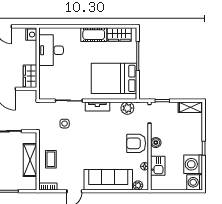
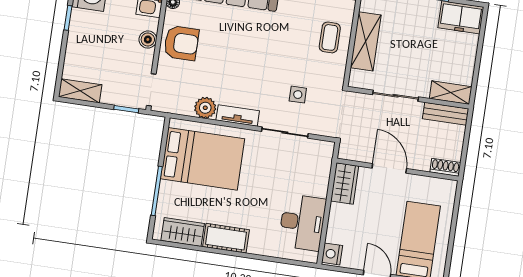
plant: (127, 108) -> (205, 108), moved

